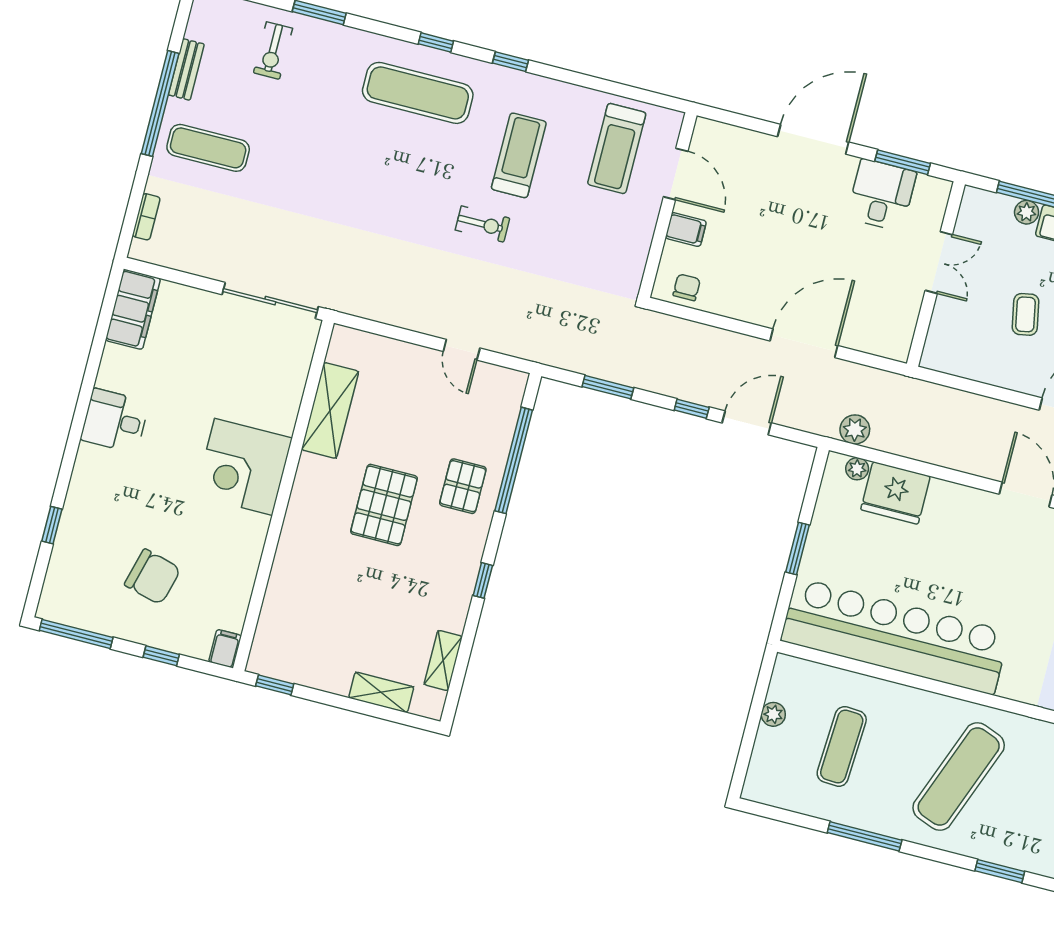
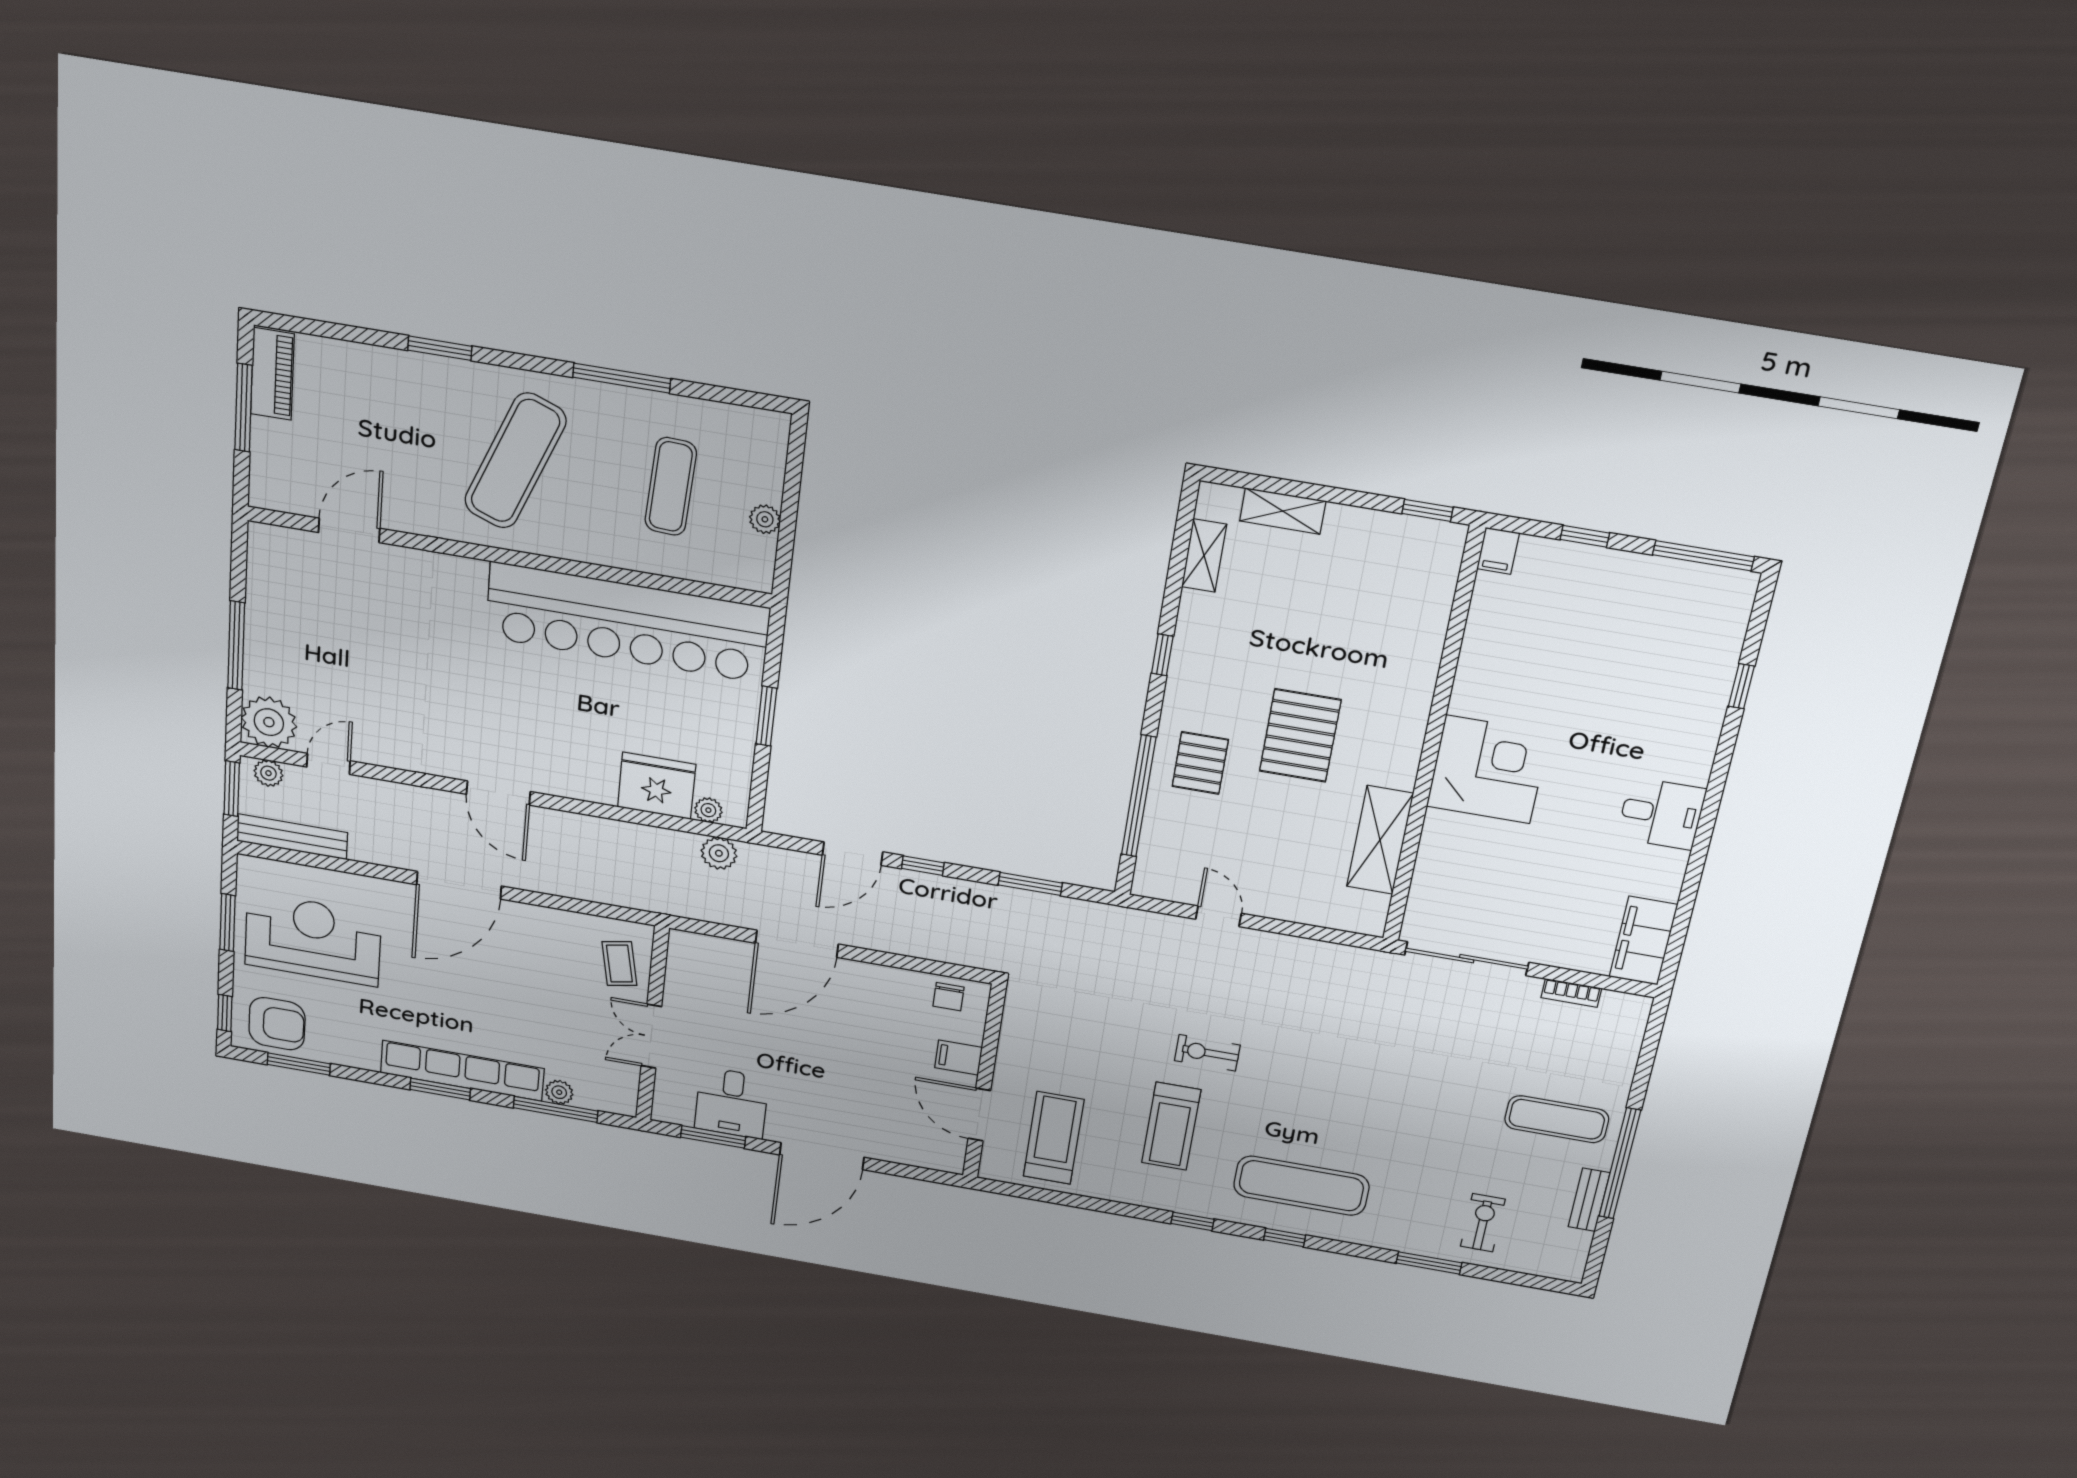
bookcase: (146, 217) -> (1571, 993), moved, turned -90
coffee table: (1026, 314) -> (619, 964), moved
chair: (153, 577) -> (1602, 632), removed

